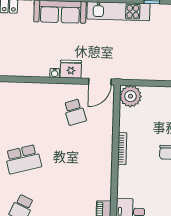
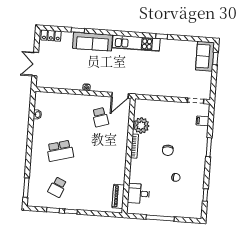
fridge: (71, 69) -> (99, 85), removed
plant: (130, 96) -> (141, 125), moved

